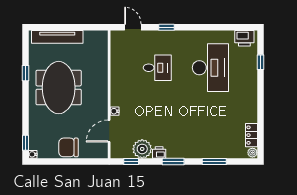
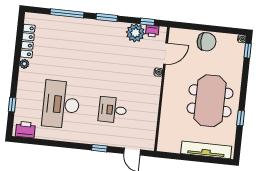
locker: (251, 135) -> (28, 41), width x1.53
printer: (159, 153) -> (152, 31), moved
plant: (252, 153) -> (24, 64), moved
window: (214, 162) -> (67, 13), width x1.44

